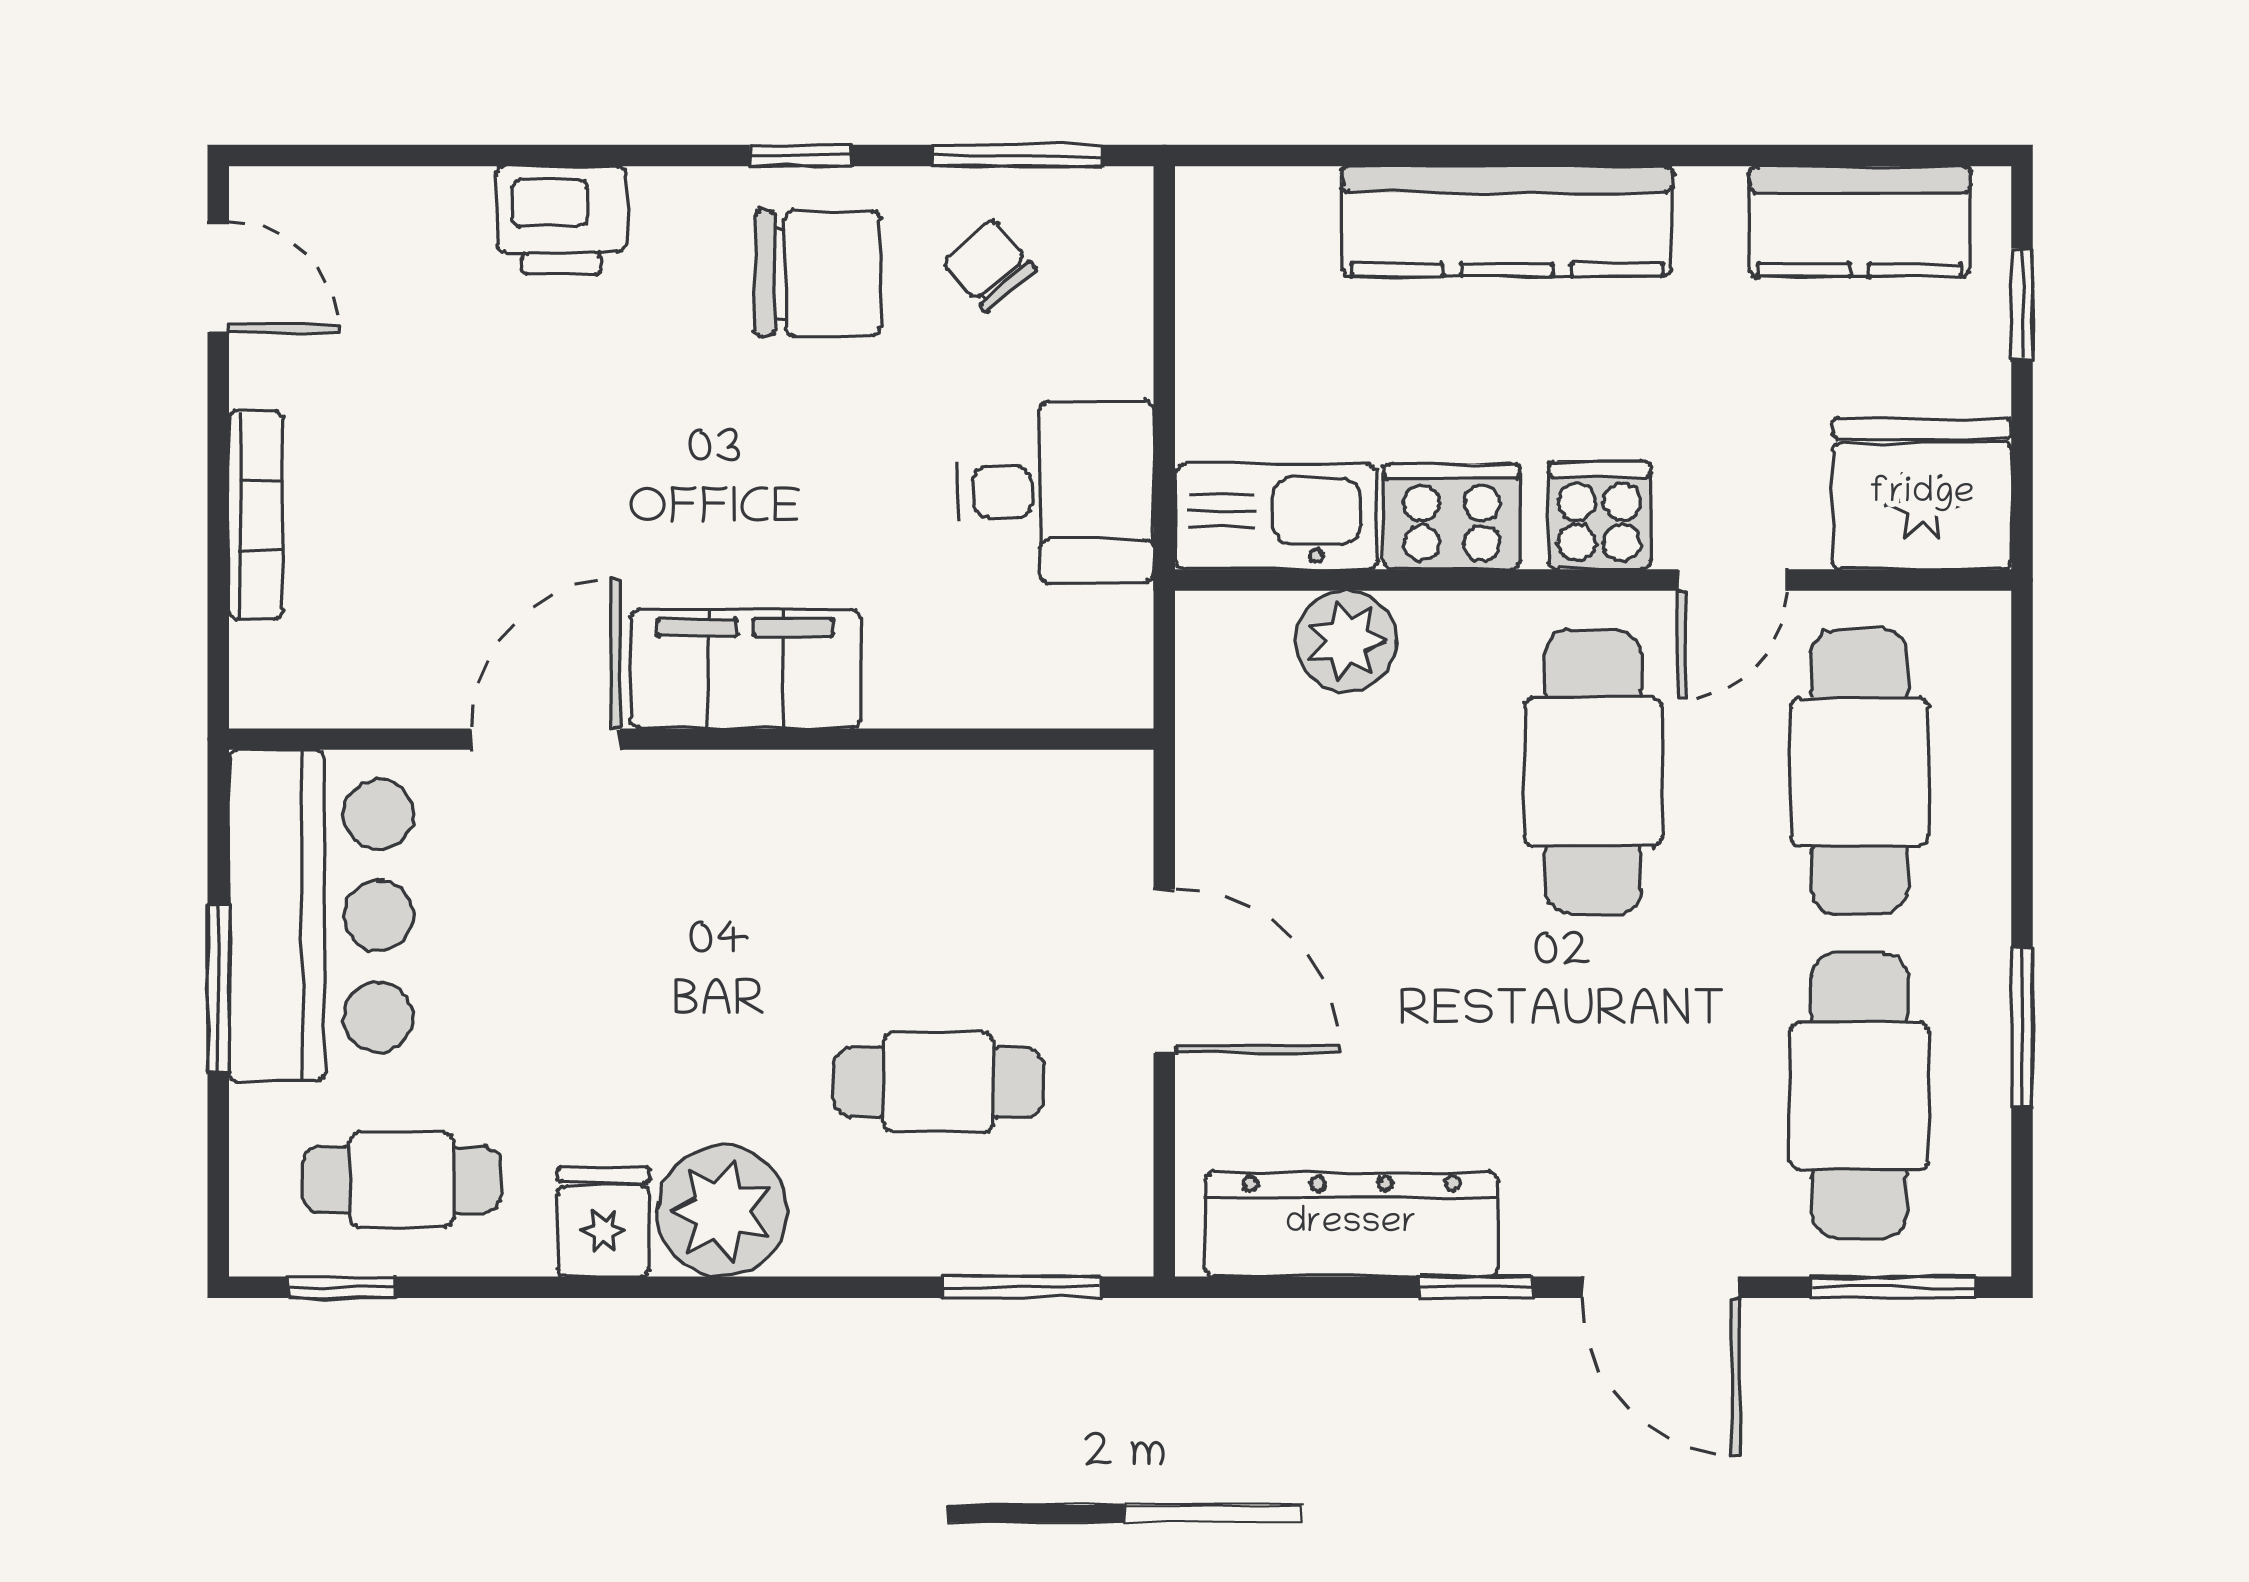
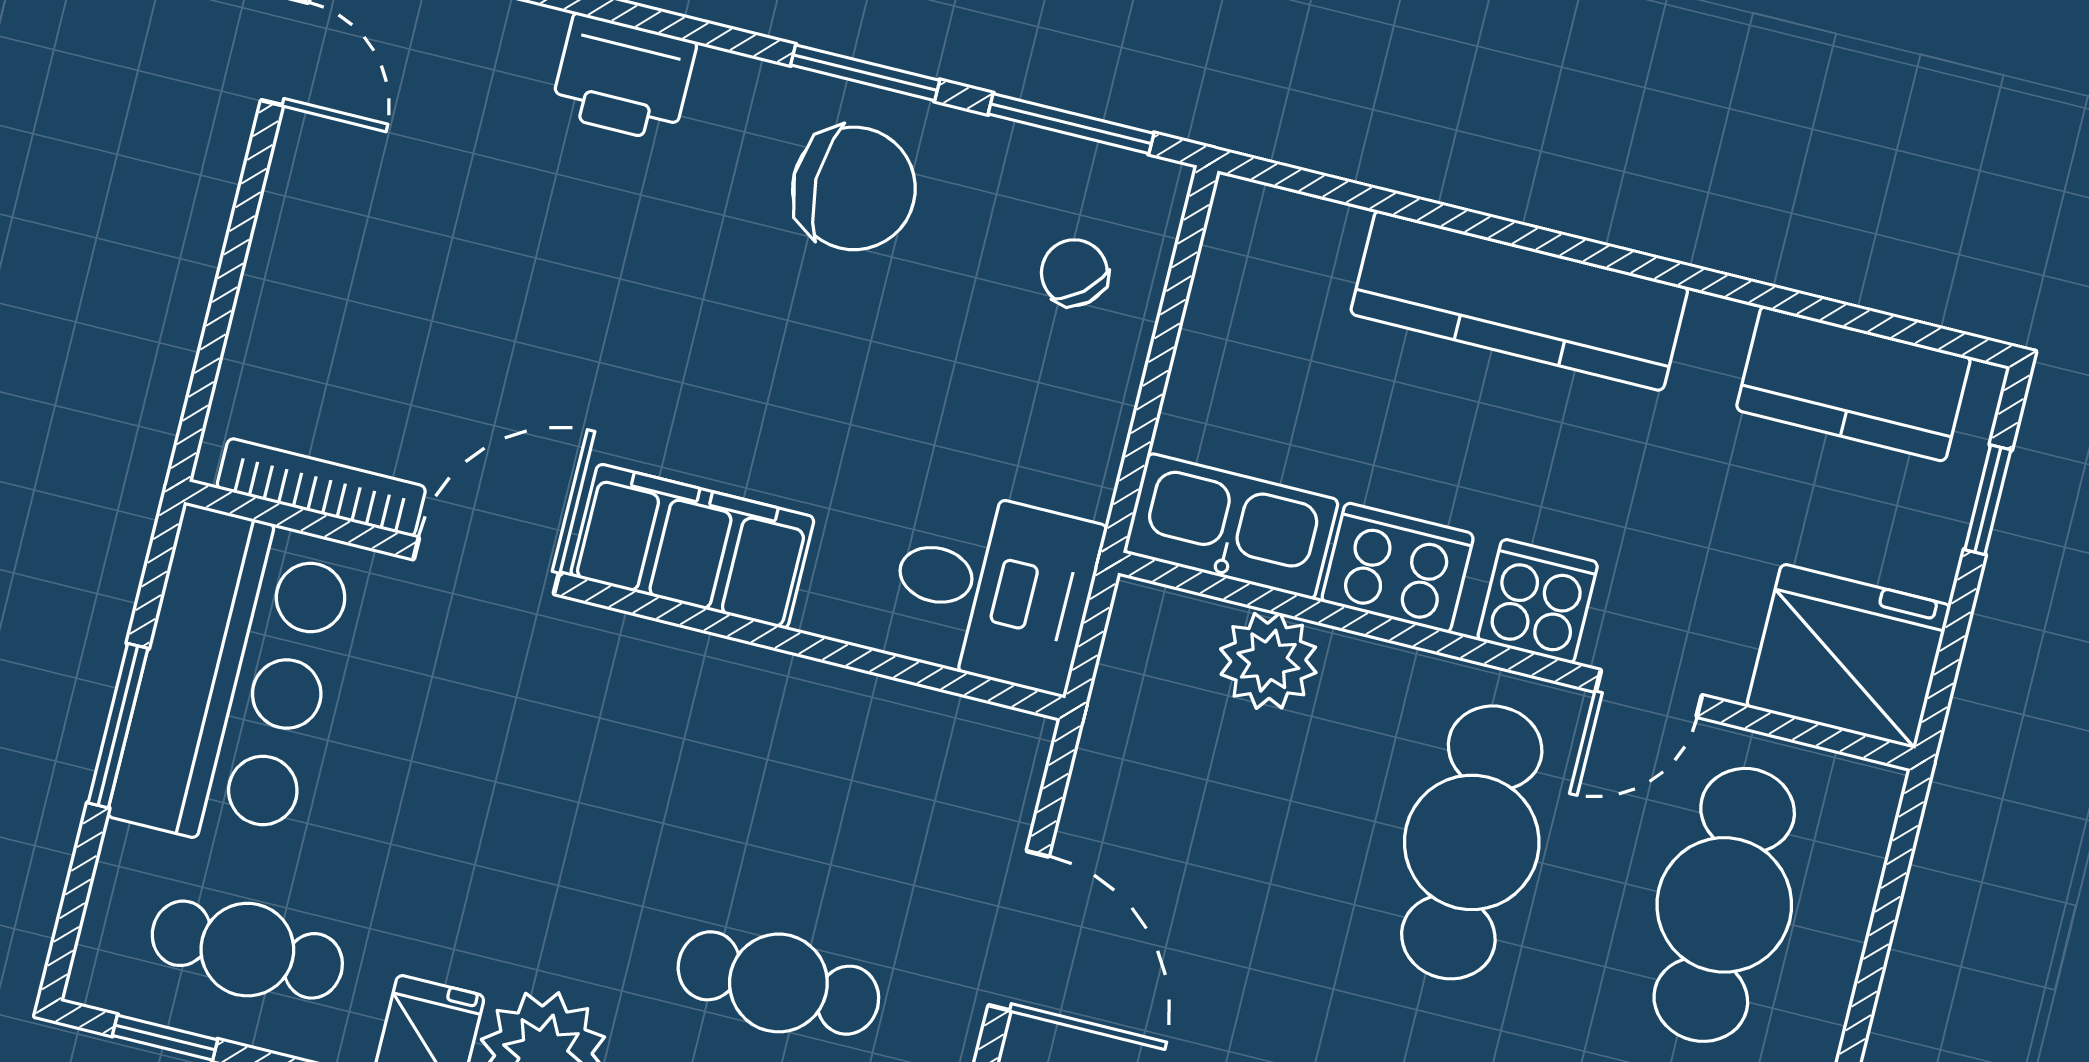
window: (800, 156) -> (865, 73), width x1.50
chair: (989, 265) -> (1074, 273), moved
desk: (1055, 492) -> (994, 589), moved
bookcase: (256, 515) -> (321, 487), moved, turned -90

